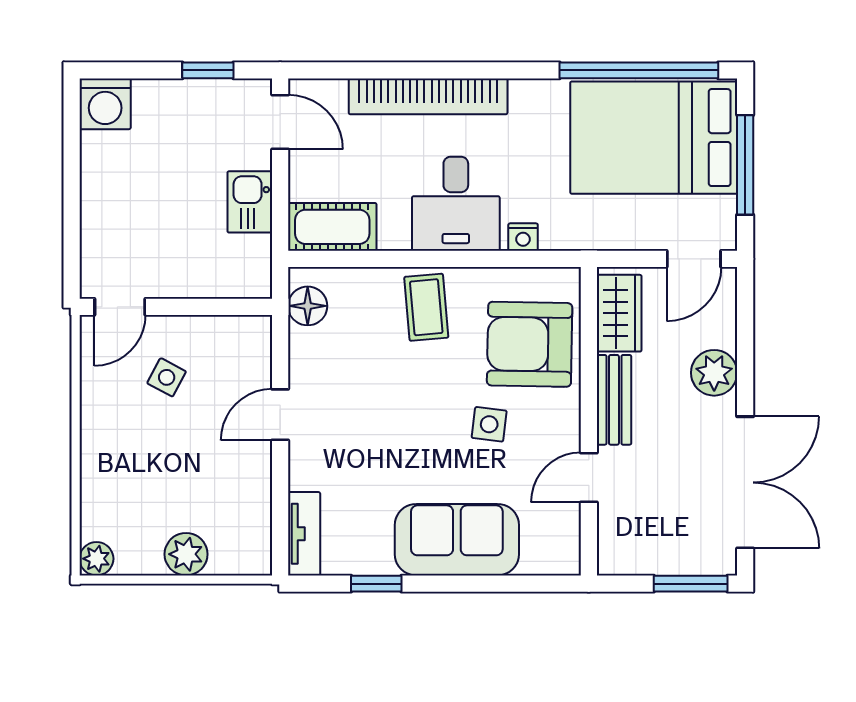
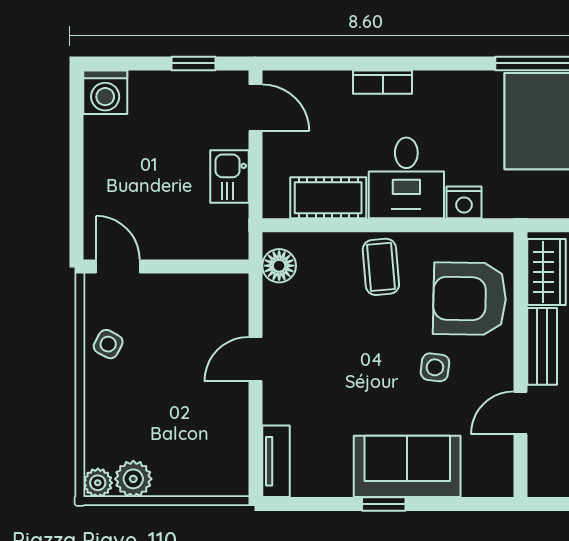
bookcase: (428, 96) -> (383, 82), width x0.43, depth x0.76
cot: (332, 227) -> (328, 198), moved
nightstand: (523, 237) -> (464, 202), width x1.39, depth x1.35
door: (120, 307) -> (118, 267), swing flipped
side table: (167, 377) -> (108, 344), moved
plant: (186, 554) -> (133, 479), moved
window: (376, 584) -> (384, 504), moved

